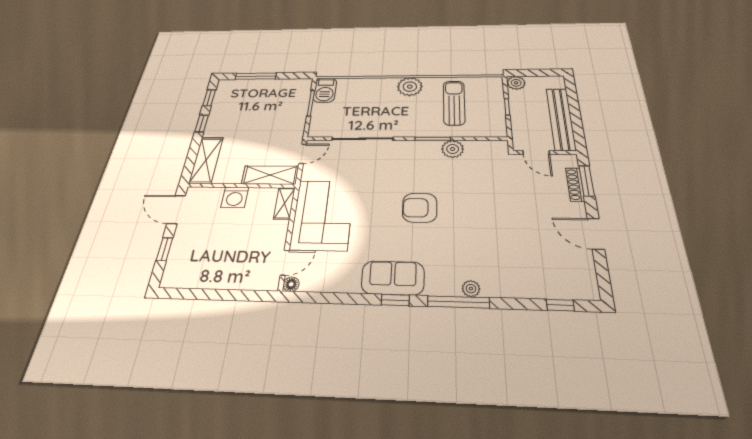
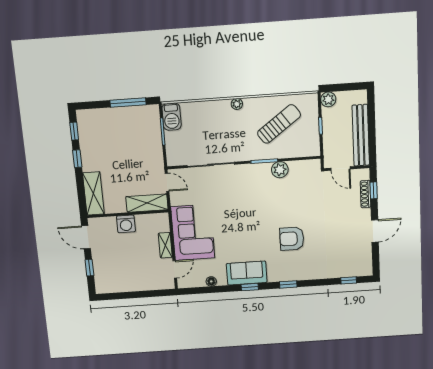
window: (256, 76) -> (128, 102), moved
plant: (410, 87) -> (237, 104), width x0.53, depth x0.53
sun lounger: (454, 103) -> (279, 124), turned 54
door: (303, 154) -> (167, 182), hinge flipped
window: (587, 181) -> (374, 190), width x0.67
shelving: (284, 203) -> (165, 245), moved
armchair: (420, 208) -> (292, 239), moved
door: (596, 234) -> (375, 231), swing flipped
floor lamp: (291, 284) -> (211, 281), moved
plant: (471, 289) -> (296, 275), removed
window: (458, 302) -> (288, 284), width x0.46

